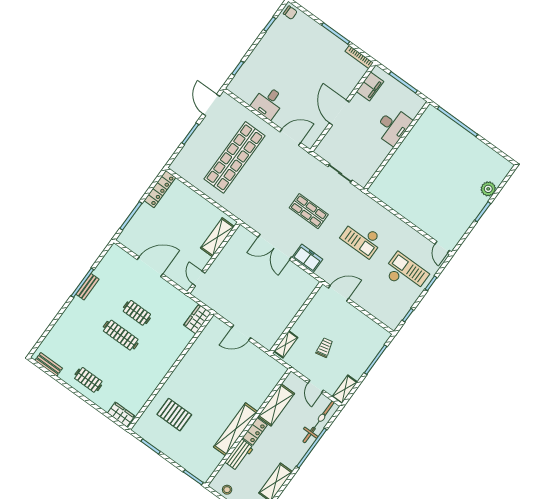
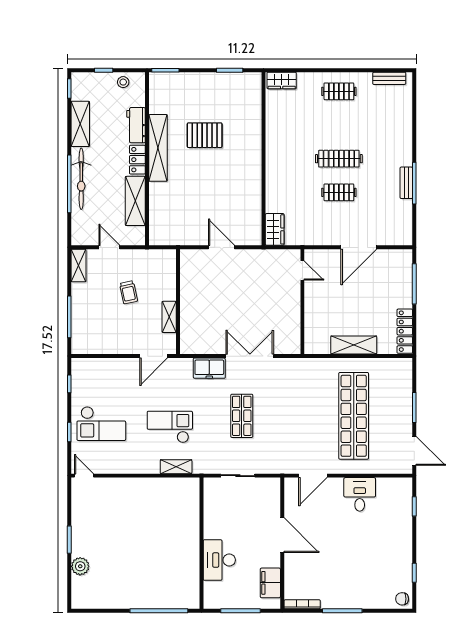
shelving: (377, 209) -> (176, 467), added
shop shelf: (309, 211) -> (242, 416), turned 90
shelving: (217, 237) -> (354, 345), moved, turned 90
door: (241, 333) -> (222, 247), hinge flipped
shelving: (286, 344) -> (169, 317), moved
pallet: (174, 415) -> (205, 135), moved
bicycle: (319, 422) -> (81, 179), moved

